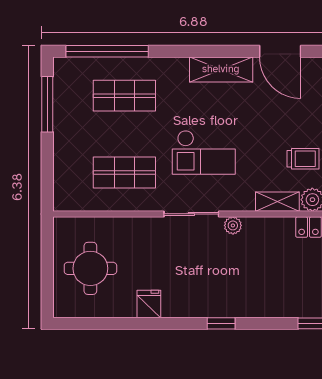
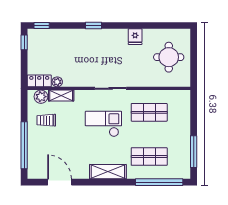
shelving: (221, 69) -> (108, 172), moved
plant: (233, 225) -> (57, 82), moved

